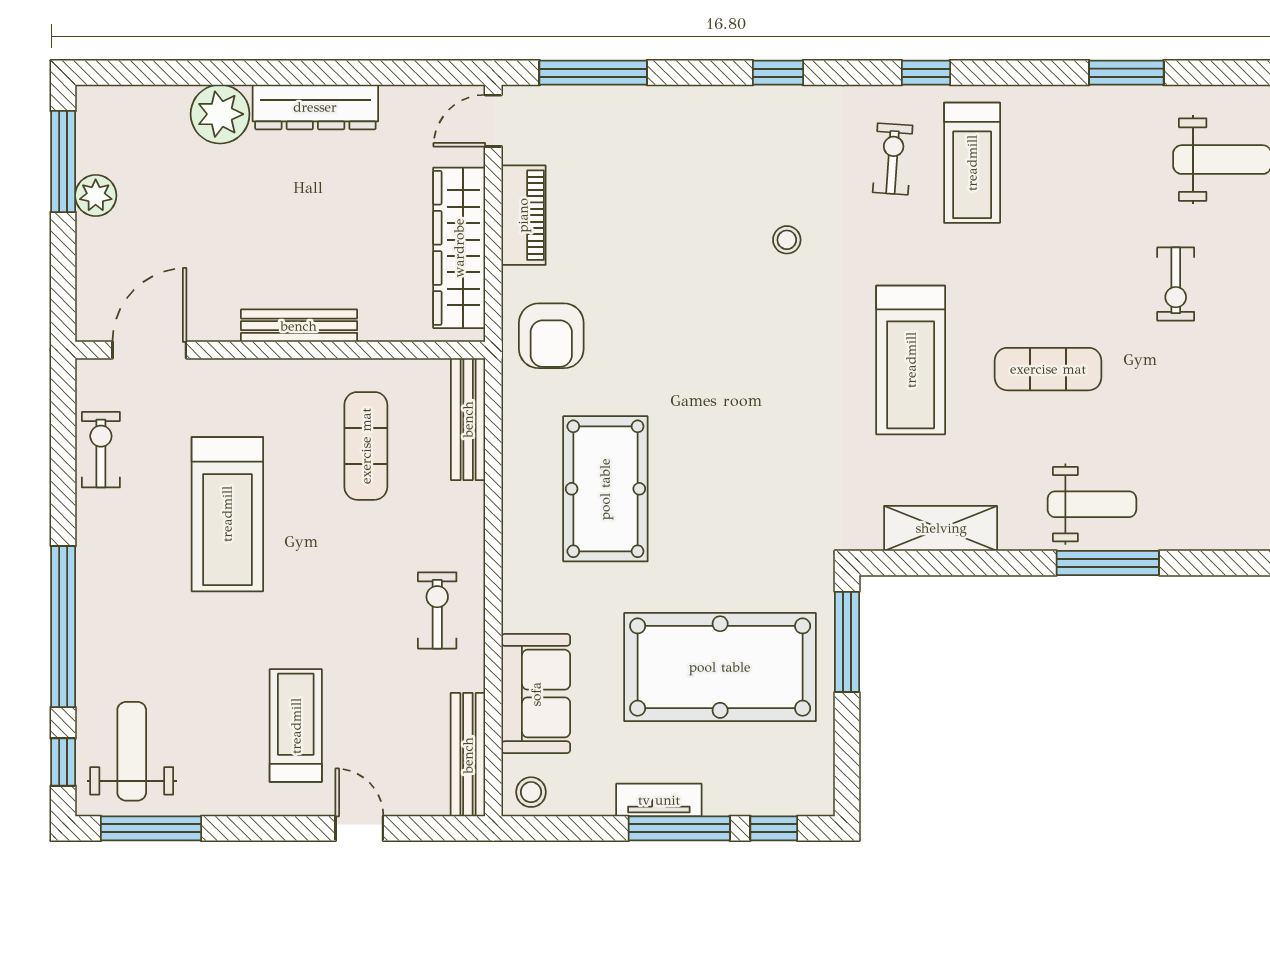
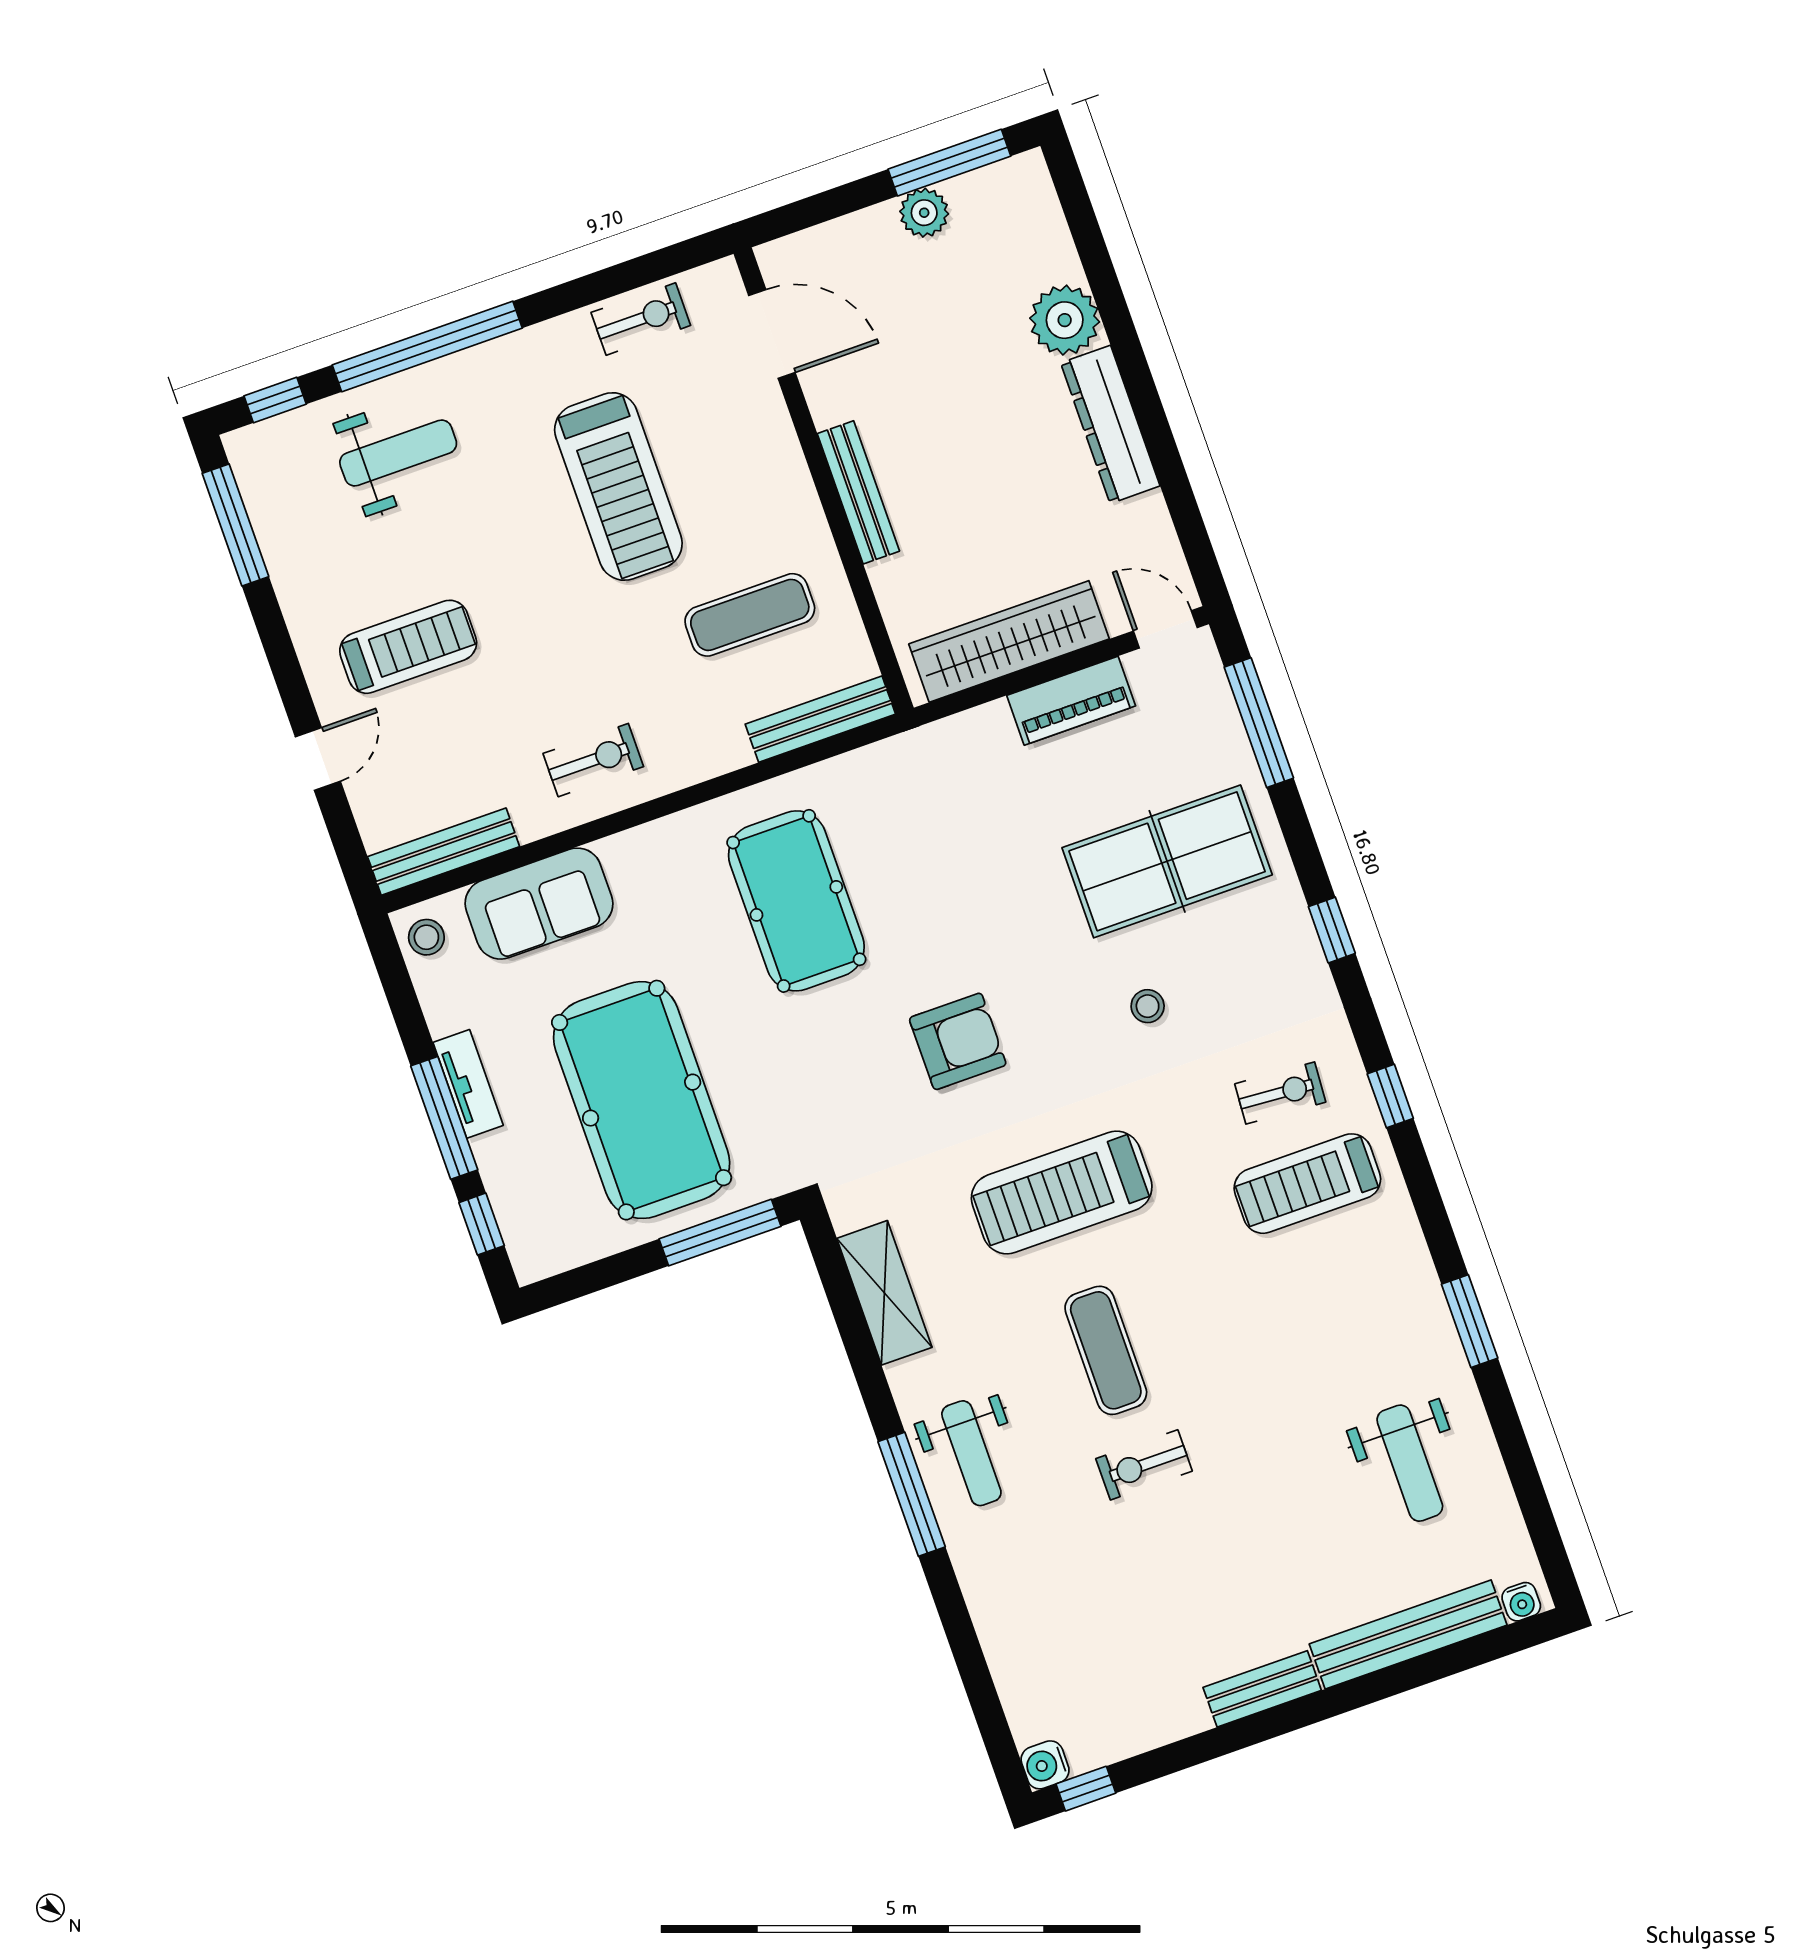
table tennis table: (678, 184) -> (1167, 861), added
exercise bike: (1176, 284) -> (1144, 1465), moved
armchair: (551, 336) -> (958, 1041), moved, turned 180
pool table: (605, 489) -> (796, 901), turned 90
treadmill: (227, 514) -> (618, 486), turned -90
weight bench: (132, 751) -> (398, 453), moved

